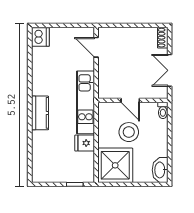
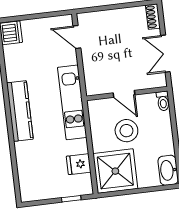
kitchen counter: (40, 113) -> (20, 111), width x1.50
fridge: (85, 143) -> (79, 164), moved

